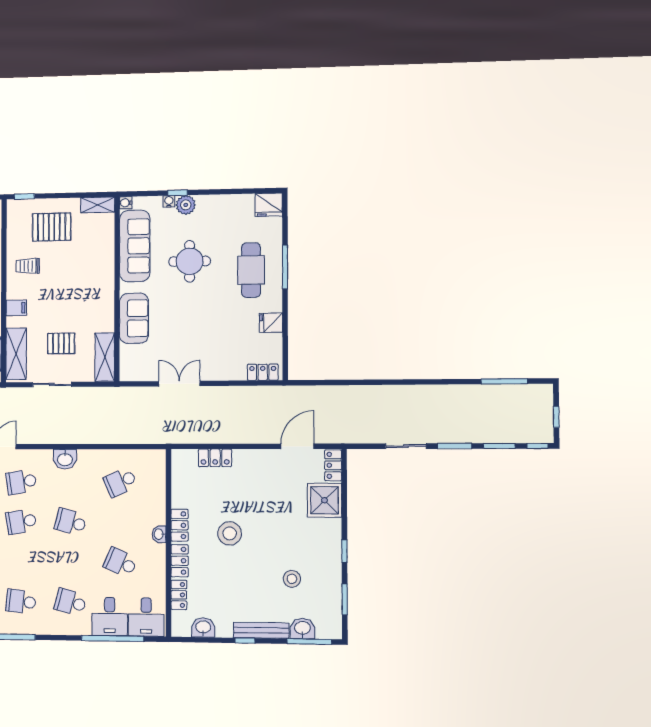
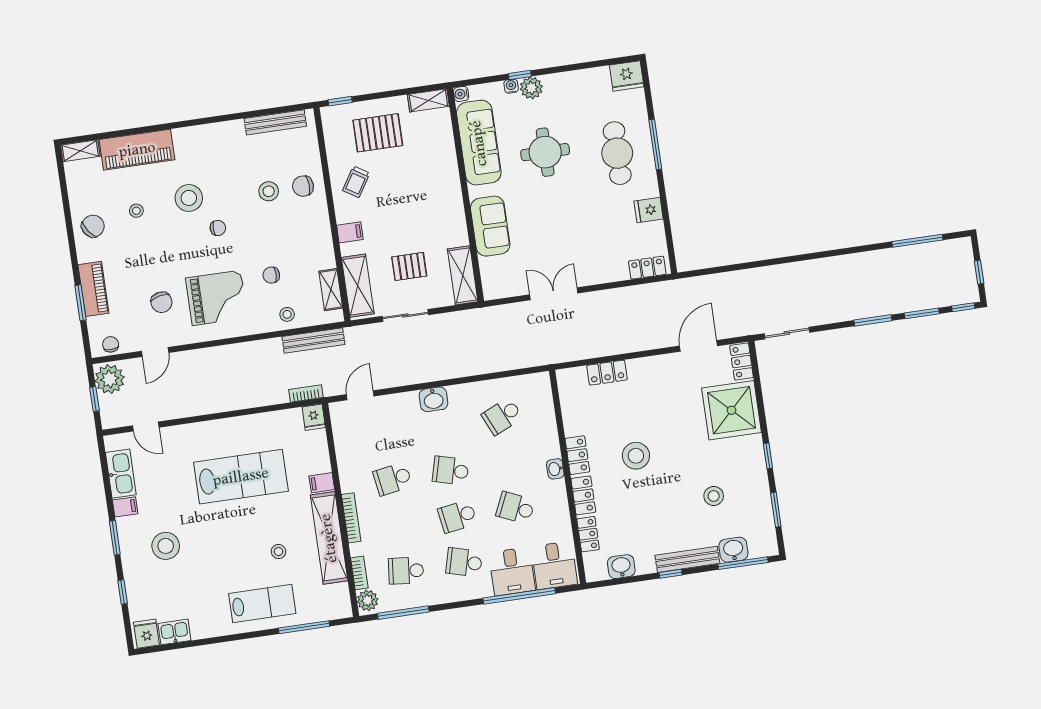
trolley: (28, 266) -> (356, 182), turned -58
sliding door: (406, 446) -> (787, 333), moved
school desk: (21, 482) -> (457, 516), moved
shower: (324, 500) -> (731, 410), width x1.37, depth x1.37

